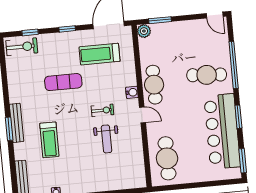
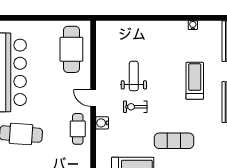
cafe table: (154, 85) -> (78, 129), width x0.73, depth x0.74

